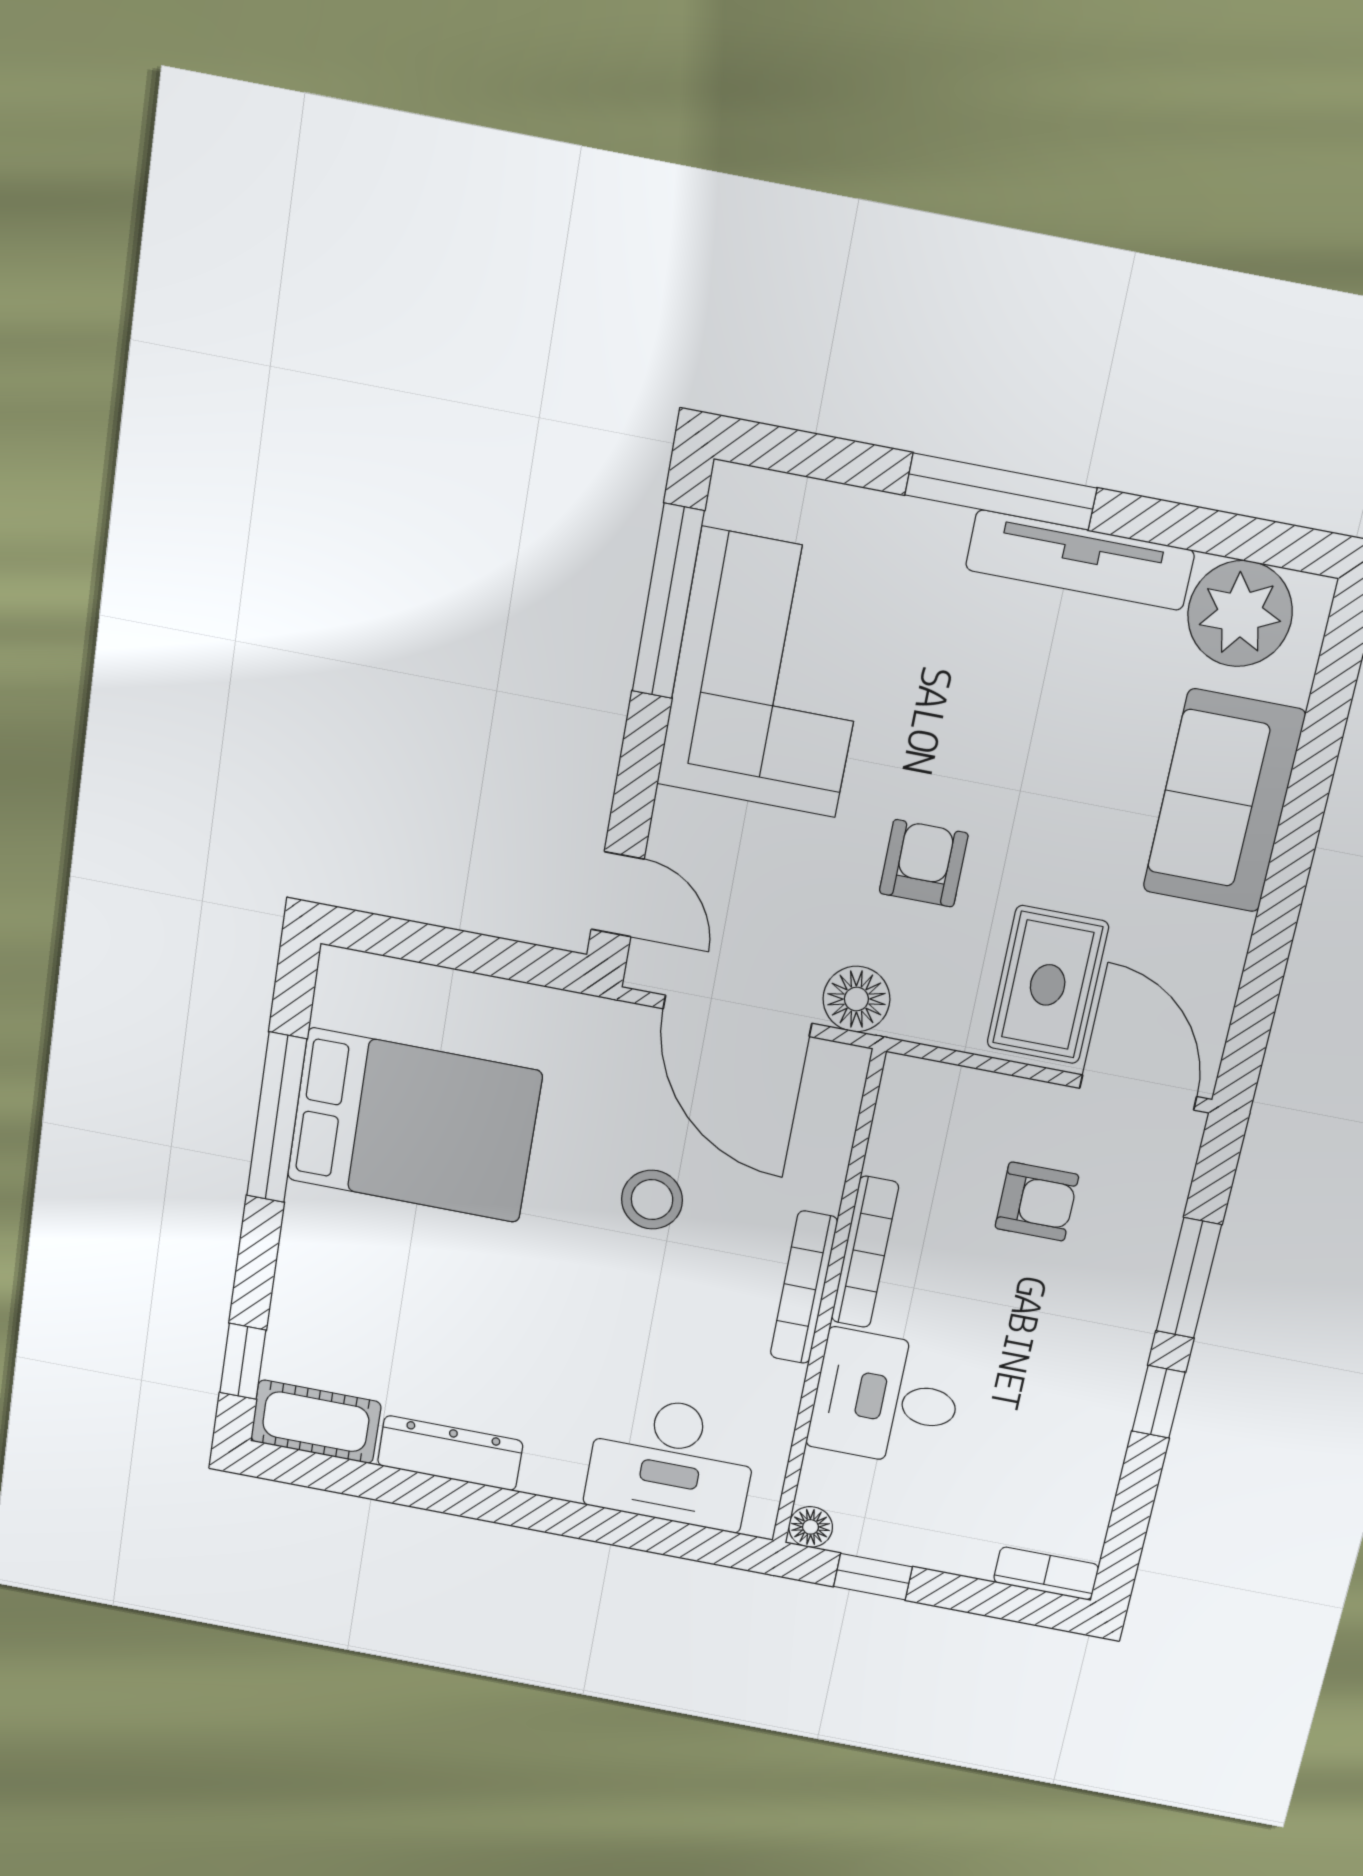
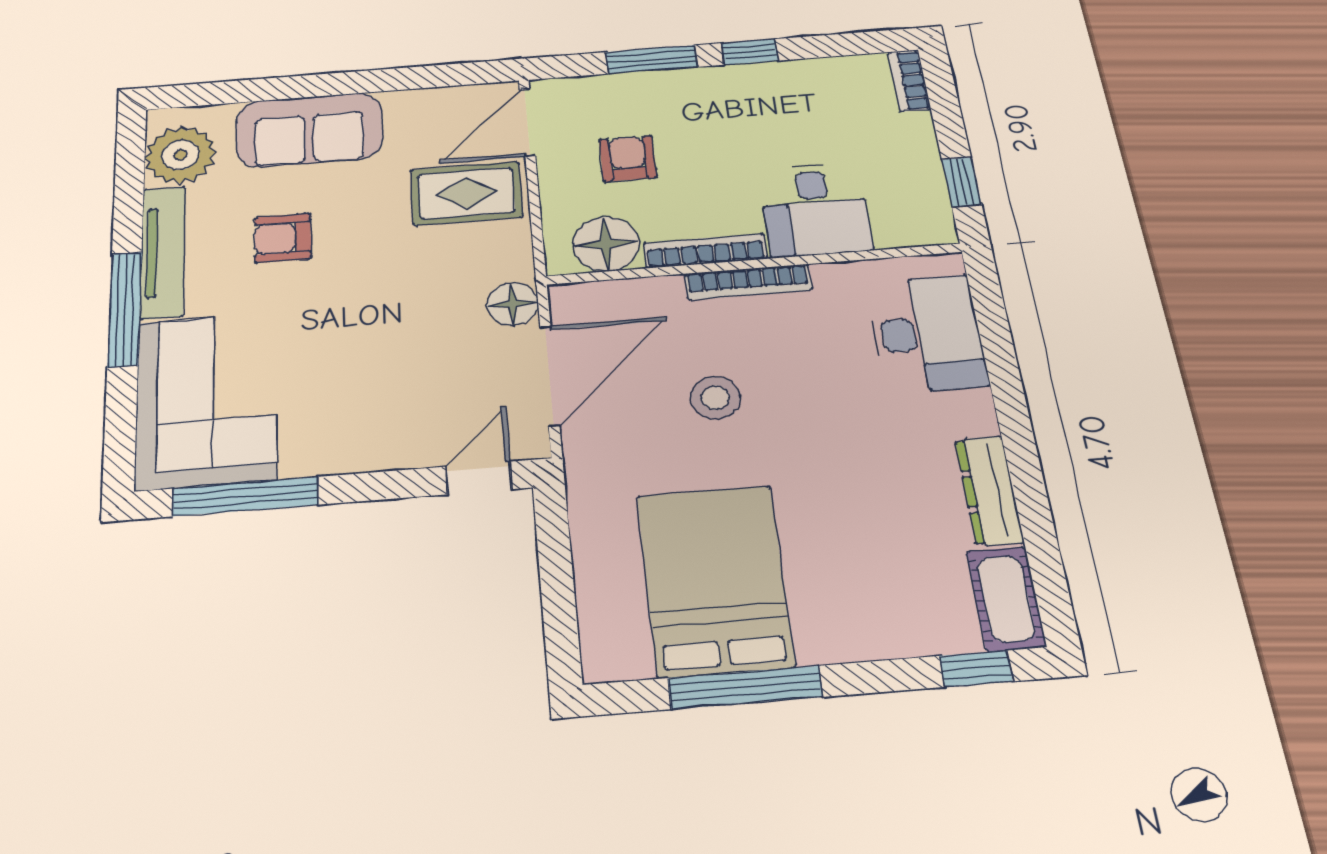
corner sofa: (769, 673) -> (206, 400), moved, turned 90
armchair: (924, 863) -> (283, 238), moved
floor lamp: (811, 1527) -> (606, 244), moved, width x1.89, depth x1.89

